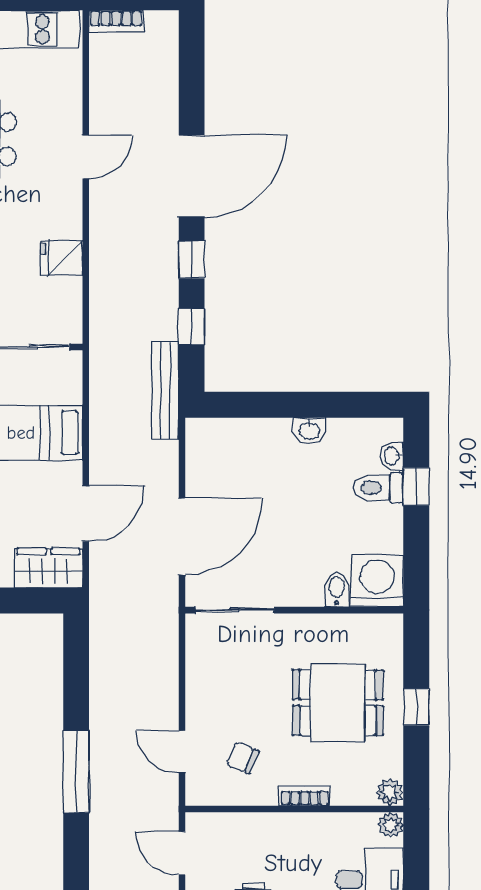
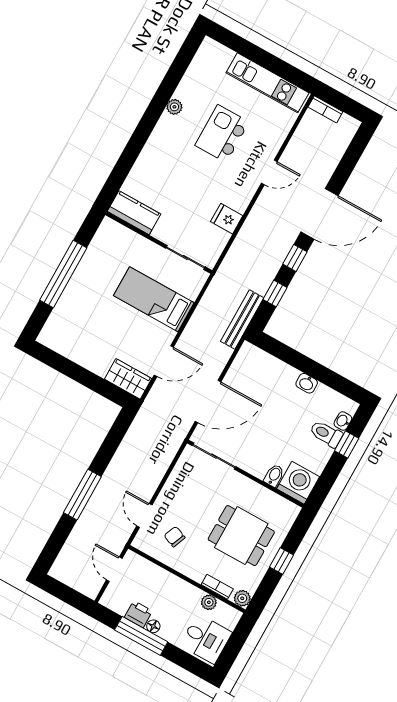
bookcase: (305, 796) -> (217, 587), moved
plant: (391, 825) -> (209, 602), moved

